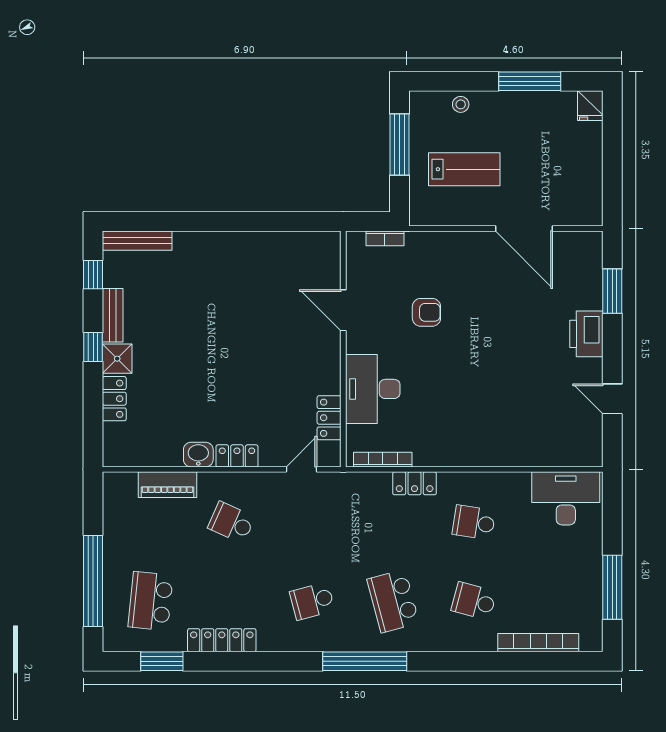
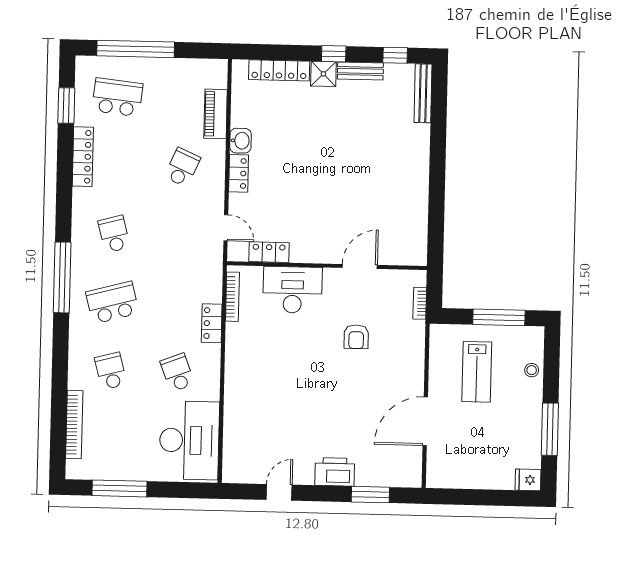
locker: (114, 399) -> (279, 70), width x1.53
desk: (566, 498) -> (189, 440), width x1.36, depth x1.30
school desk: (474, 522) -> (177, 373), turned -30
school desk: (474, 601) -> (111, 371), turned -30

